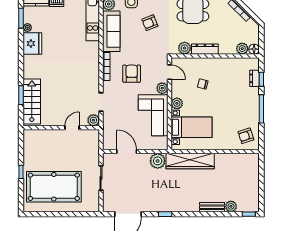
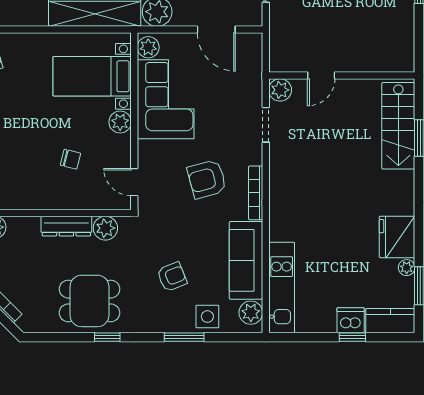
armchair: (132, 74) -> (207, 179), turned 75
plant: (162, 88) -> (148, 47), moved

